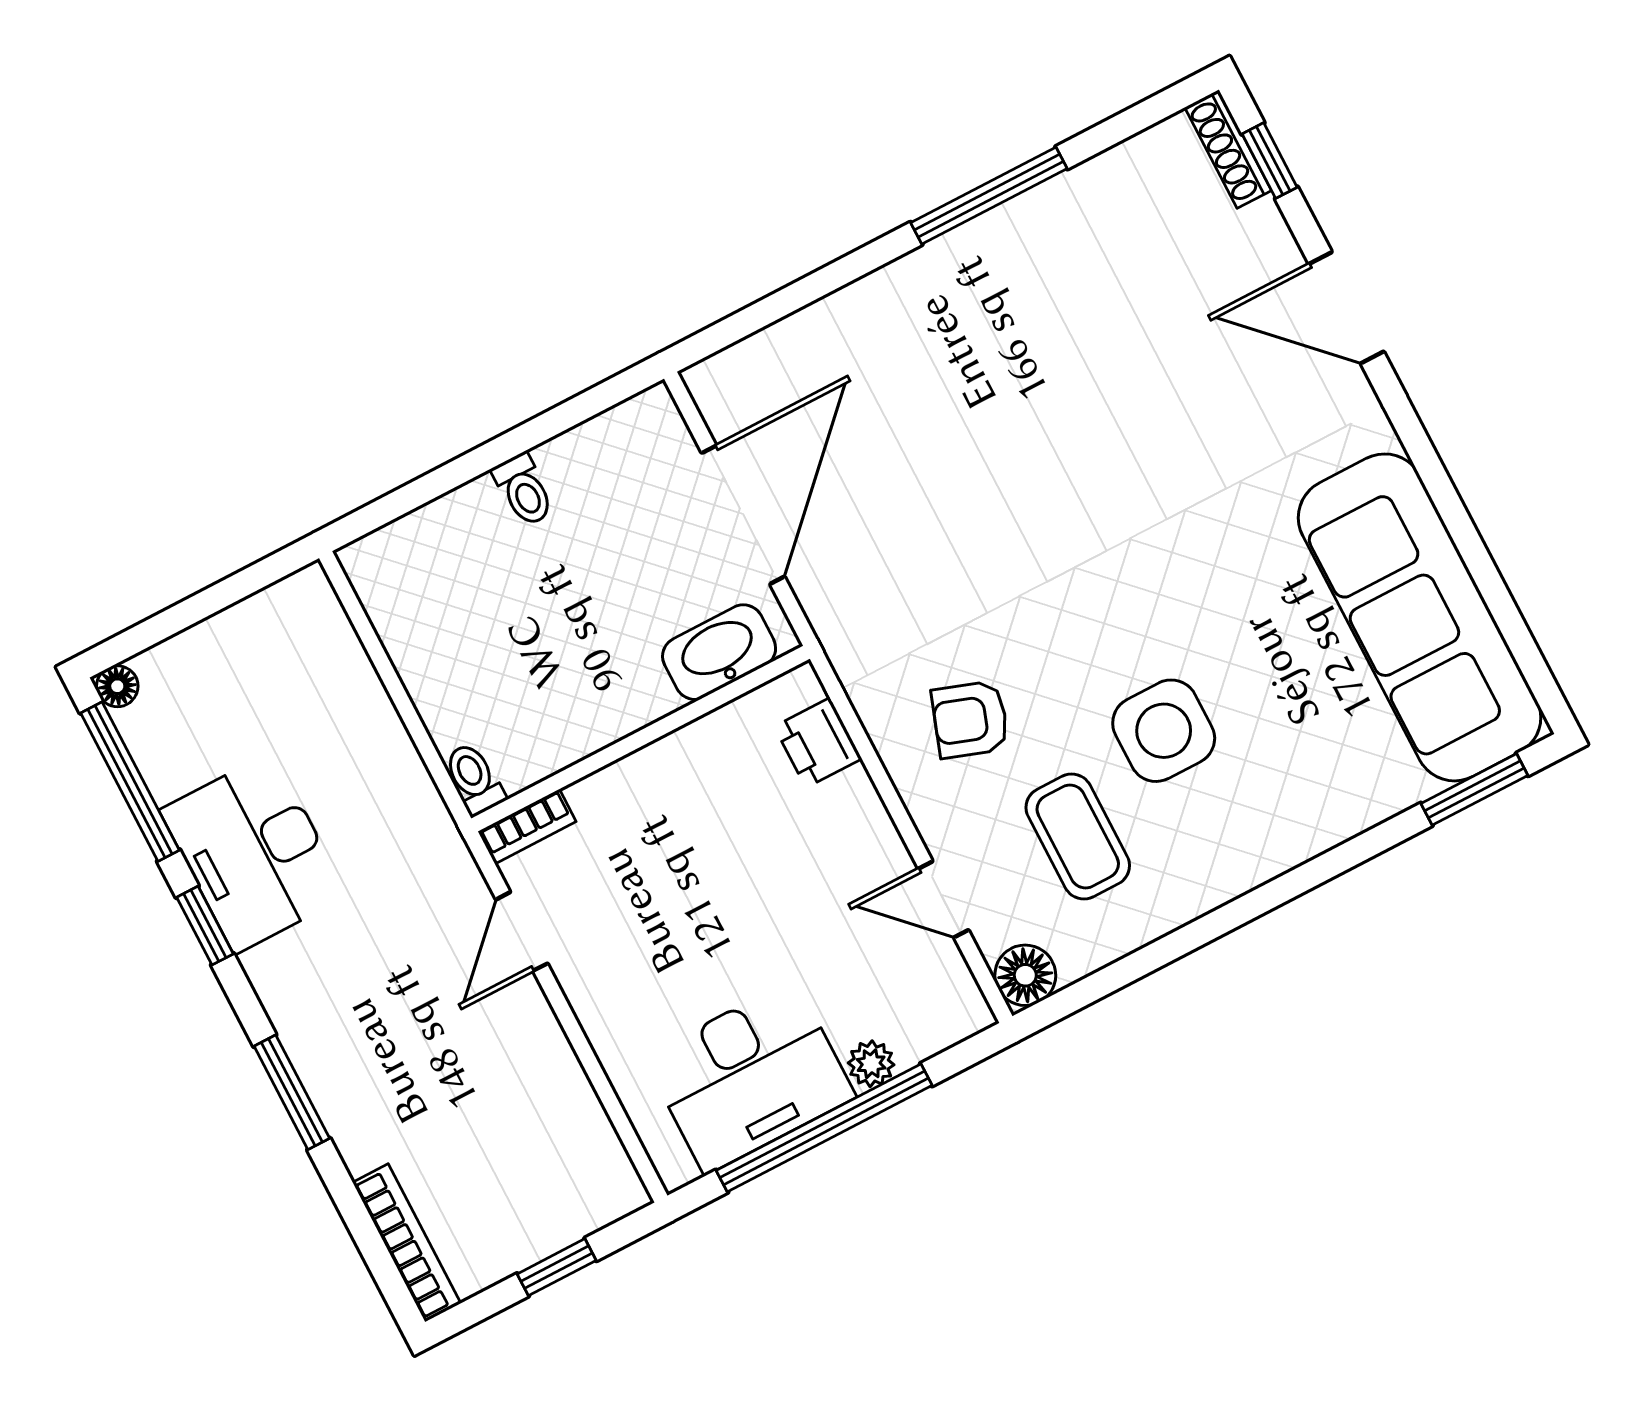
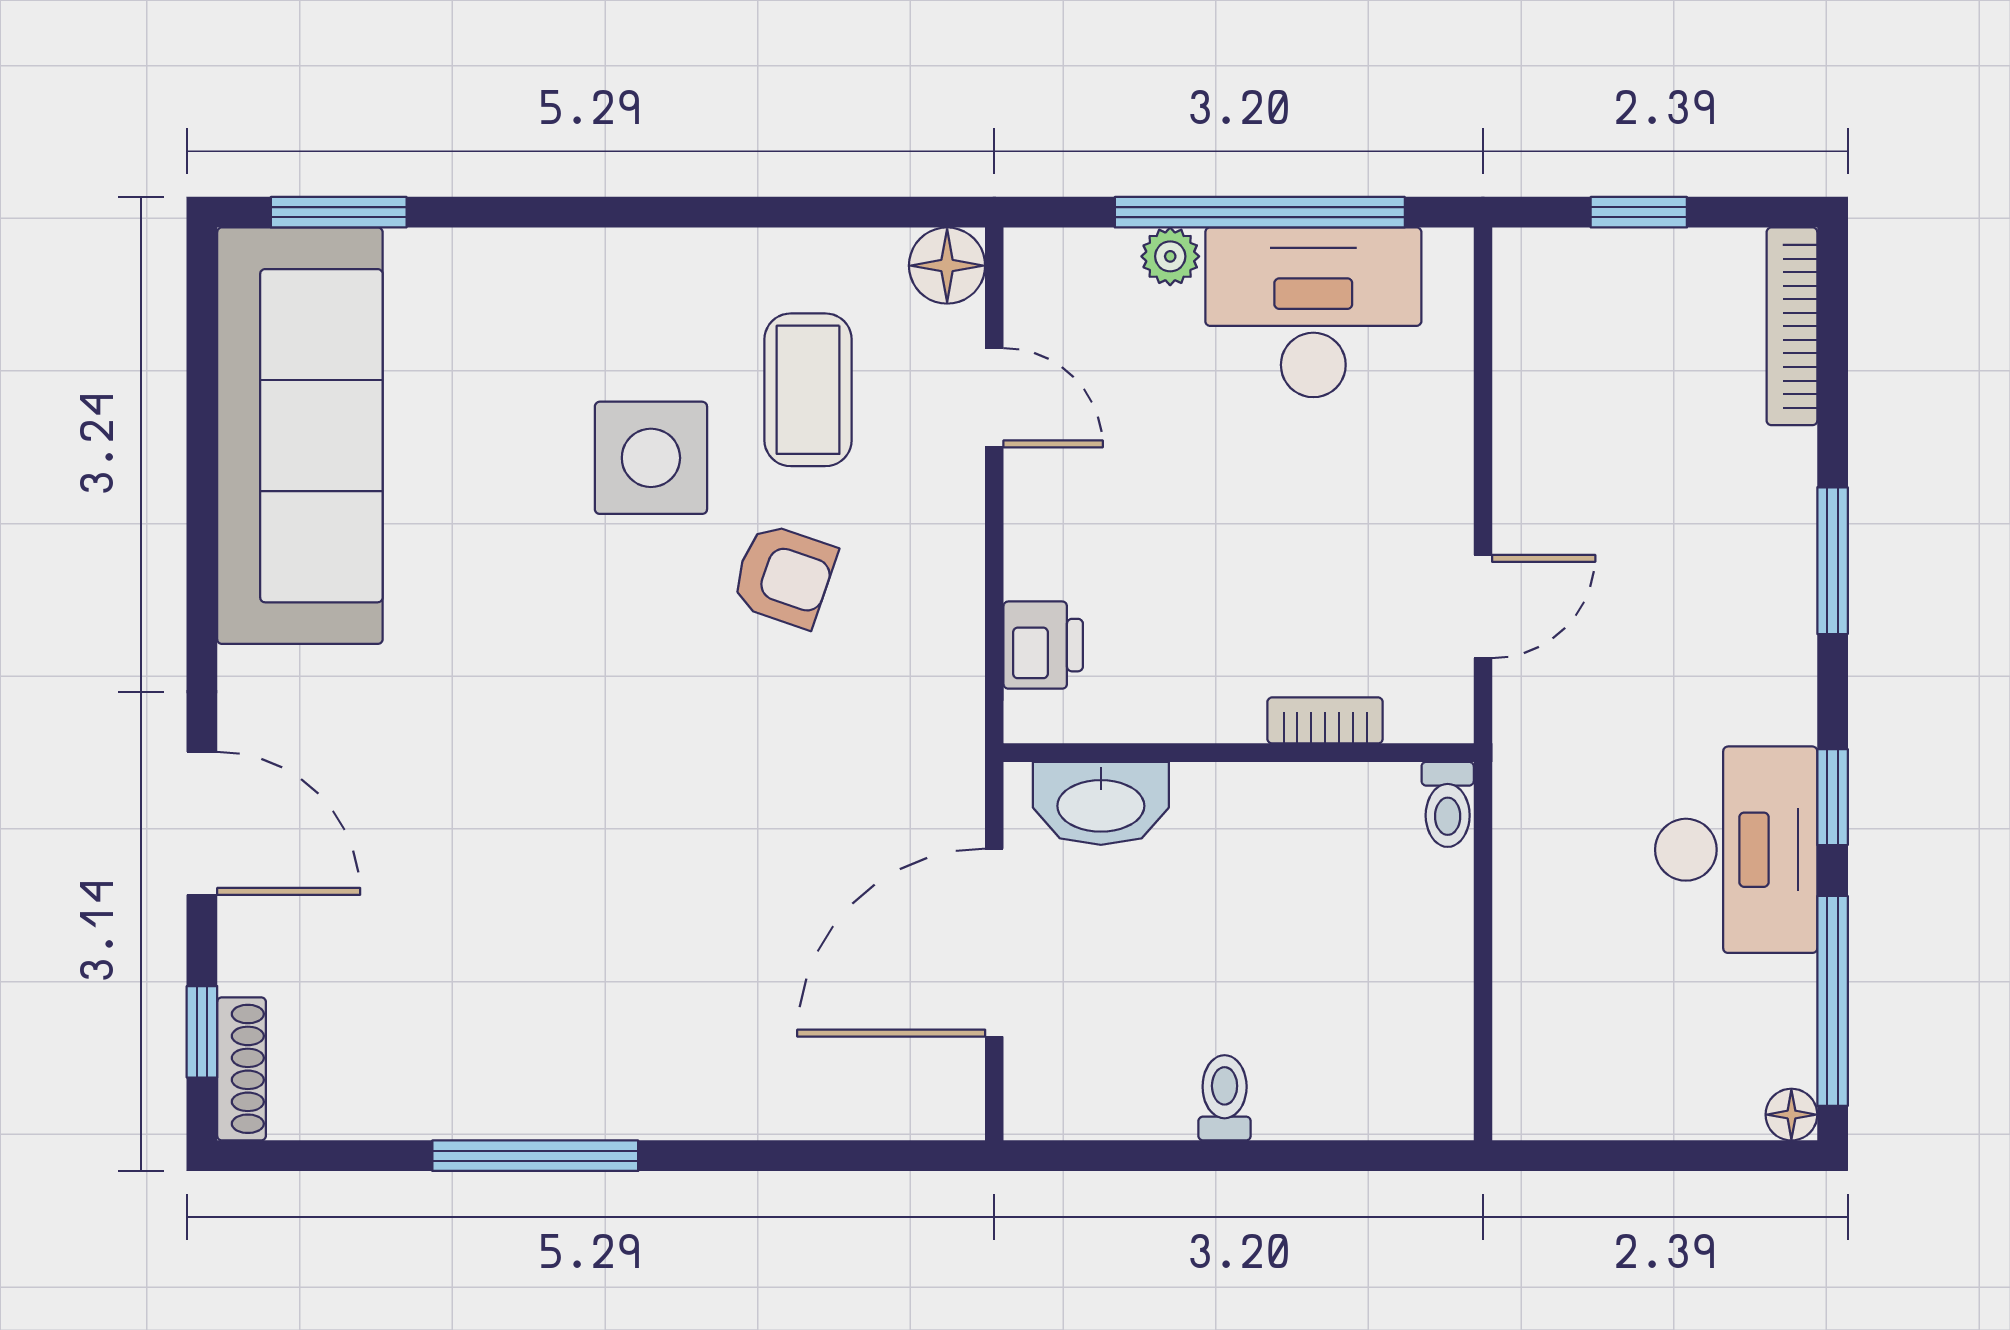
armchair: (970, 719) -> (784, 576), moved
bookcase: (527, 827) -> (1325, 720), moved

